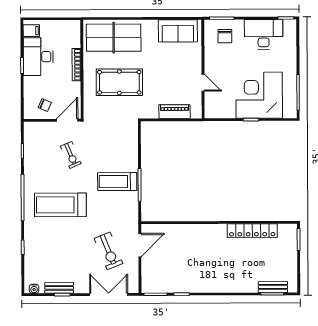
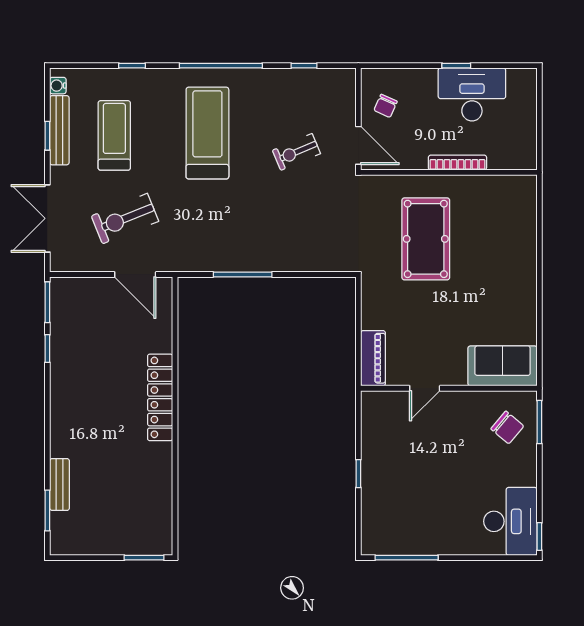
filing cabinet: (31, 31) -> (518, 82), removed
sofa: (178, 31) -> (503, 366), moved, turned 90
desk: (264, 34) -> (510, 521), moved
chair: (225, 36) -> (507, 427), turned -140
table tennis table: (114, 38) -> (505, 229), removed
corner desk: (259, 95) -> (402, 488), removed
piano: (175, 112) -> (373, 358), moved
treadmill: (117, 182) -> (114, 135), moved
locker: (252, 231) -> (160, 397), moved
bench: (273, 287) -> (60, 485), moved
bench: (59, 288) -> (59, 130), width x1.36
double door: (109, 294) -> (47, 218), swing flipped

